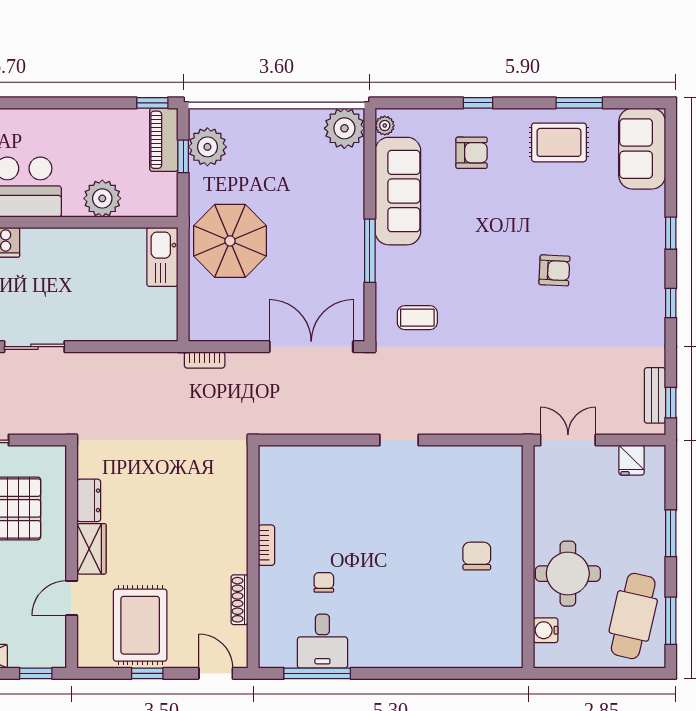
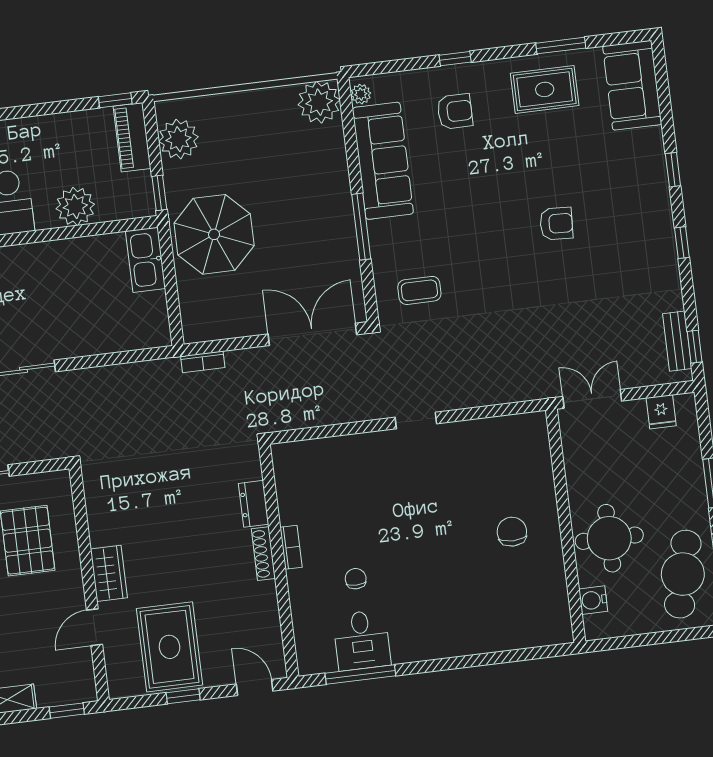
window: (183, 156) -> (159, 193), moved
dresser: (89, 500) -> (254, 504), moved, turned 180
shoe rack: (240, 600) -> (263, 554), moved

